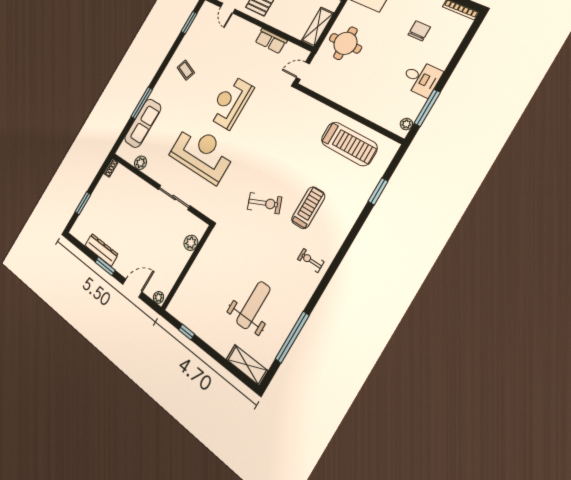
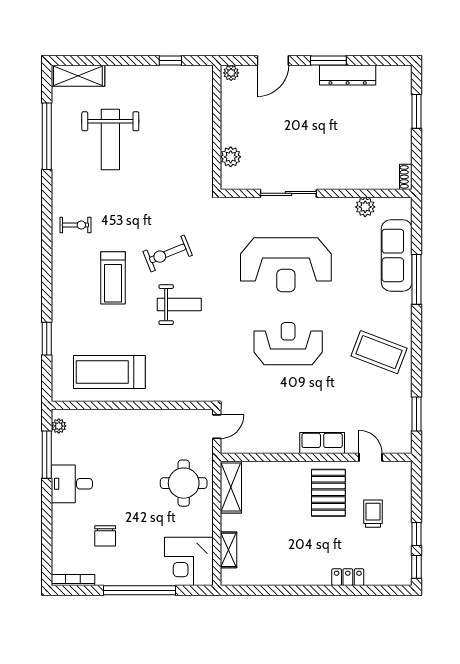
row of seats: (271, 41) -> (322, 443), moved
coffee table: (186, 70) -> (379, 352), width x1.86, depth x1.72
reception desk: (230, 102) -> (288, 344), turned -90
weight bench: (278, 164) -> (179, 305), added

